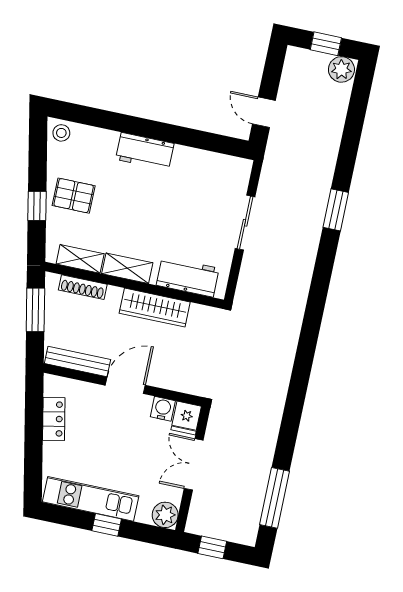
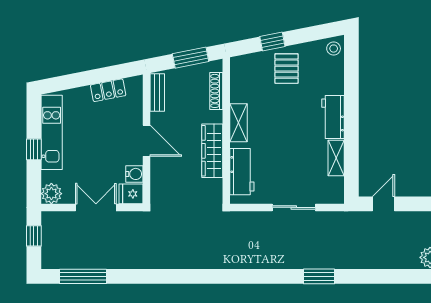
shelving: (80, 259) -> (336, 158), moved
bench: (78, 361) -> (157, 92), width x0.73

